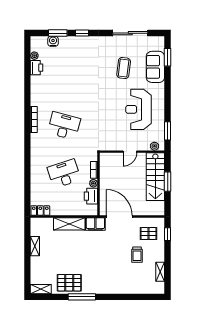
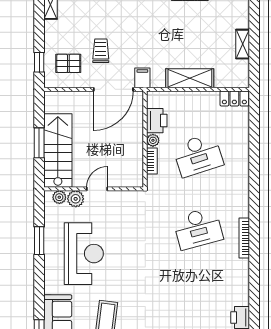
desk: (64, 126) -> (198, 228), turned -30
window: (168, 131) -> (39, 241), moved
plant: (144, 145) -> (76, 199), added
door: (119, 217) -> (113, 89), hinge flipped
filing cabinet: (95, 224) -> (142, 78), width x0.50
trolley: (137, 255) -> (101, 51), moved

